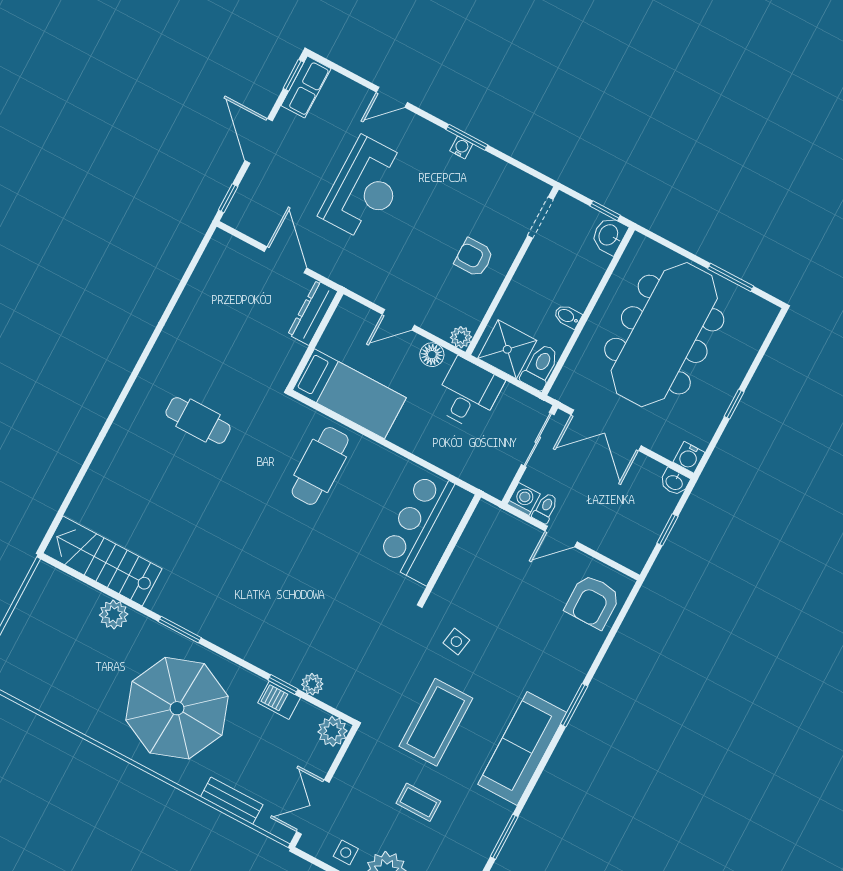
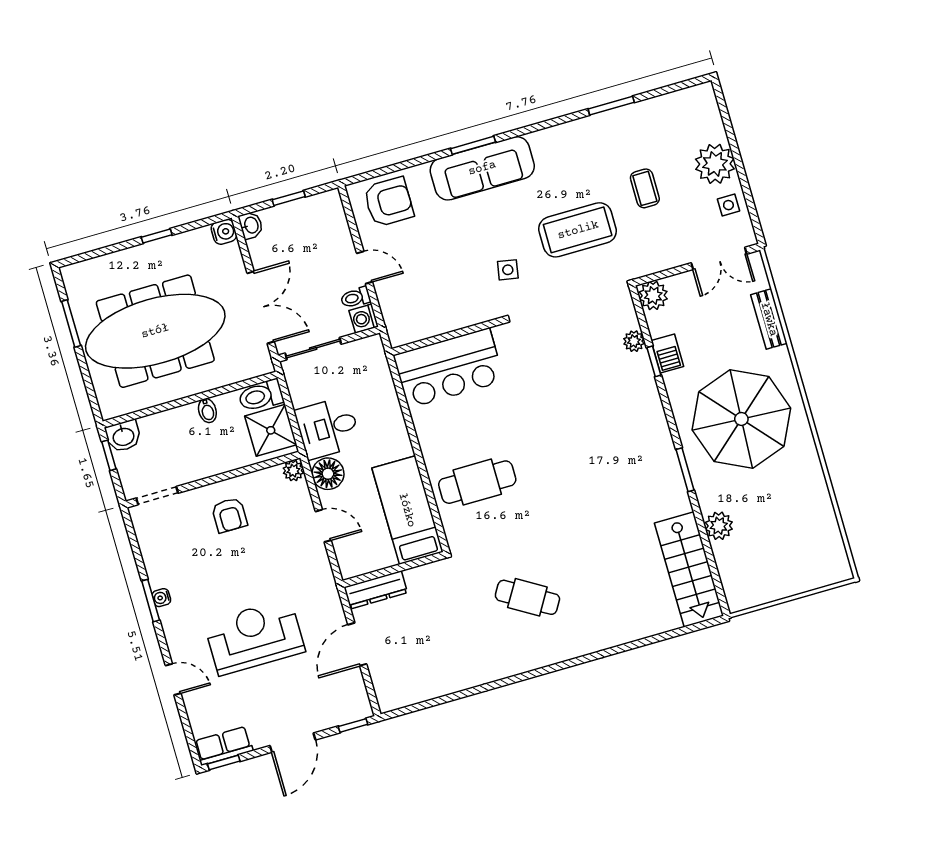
floor lamp: (432, 355) -> (328, 474), width x1.38, depth x1.38
cafe table: (198, 420) -> (527, 597), turned -59
sofa: (522, 748) -> (482, 168), moved

